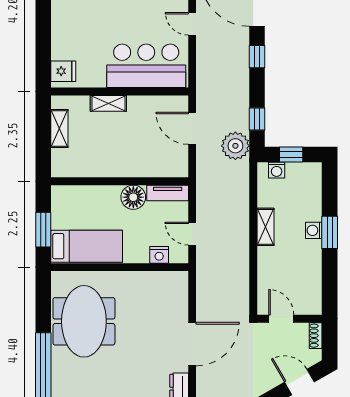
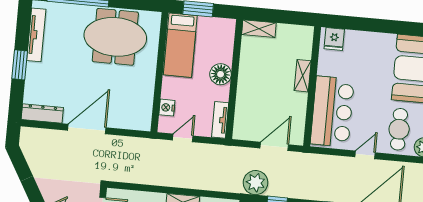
shelving: (59, 128) -> (259, 29), moved
floor lamp: (133, 197) -> (221, 74), moved
door: (192, 344) -> (87, 129), swing flipped

